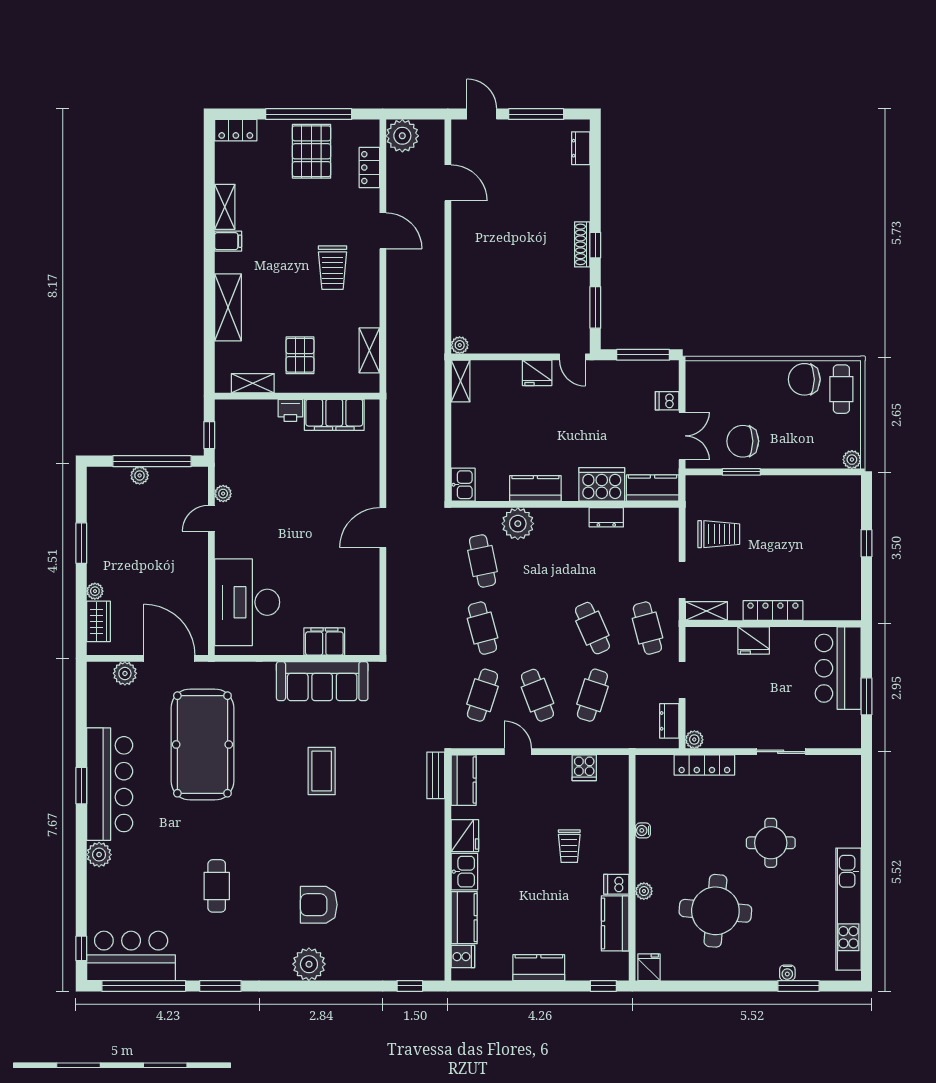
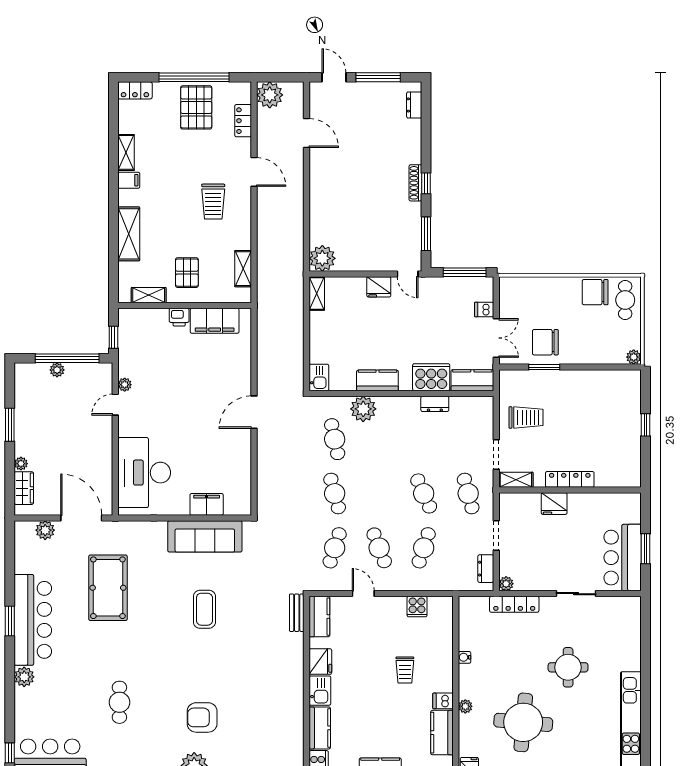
plant: (460, 345) -> (322, 258), width x1.87, depth x1.87
bar counter: (838, 668) -> (623, 558), moved
pool table: (202, 744) -> (108, 588), width x0.73, depth x0.76

